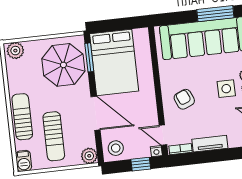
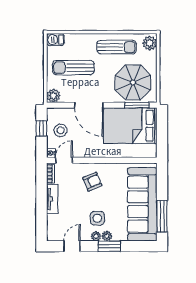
door: (96, 113) -> (89, 105), hinge flipped
sun lounger: (22, 117) -> (117, 47), moved
stool: (116, 148) -> (61, 130), moved
window: (141, 164) -> (41, 128), moved

